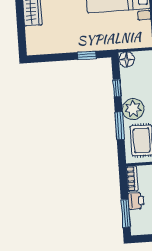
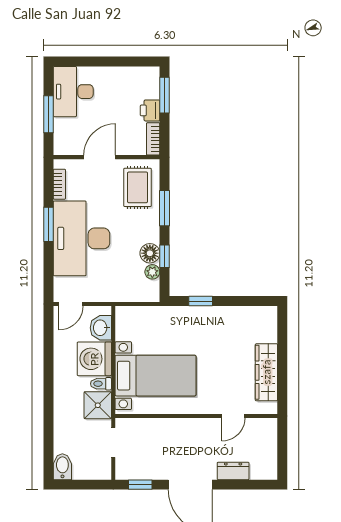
floor lamp: (127, 59) -> (150, 253), moved
plant: (133, 109) -> (152, 272), moved, width x0.53, depth x0.53

